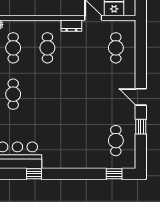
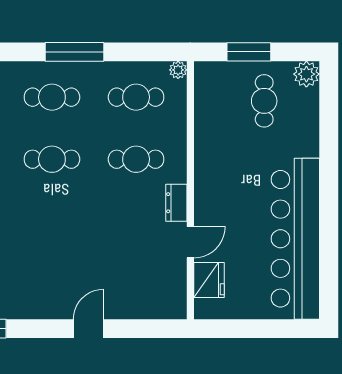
cafe table: (116, 48) -> (52, 159), moved
door: (141, 97) -> (88, 329), moved

